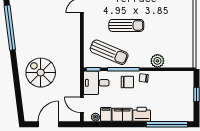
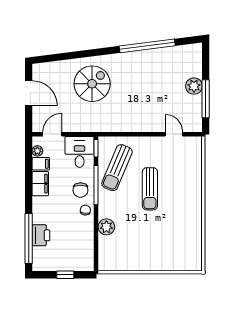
printer: (142, 114) -> (41, 235), moved

